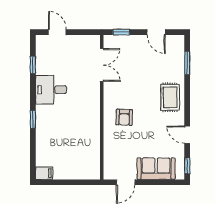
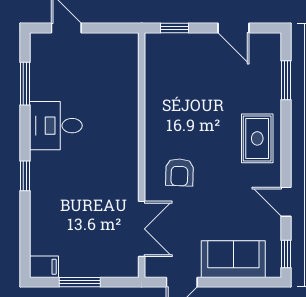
window: (33, 65) -> (25, 84), width x1.50
double door: (102, 65) -> (142, 229), moved
window: (65, 182) -> (80, 282), added

